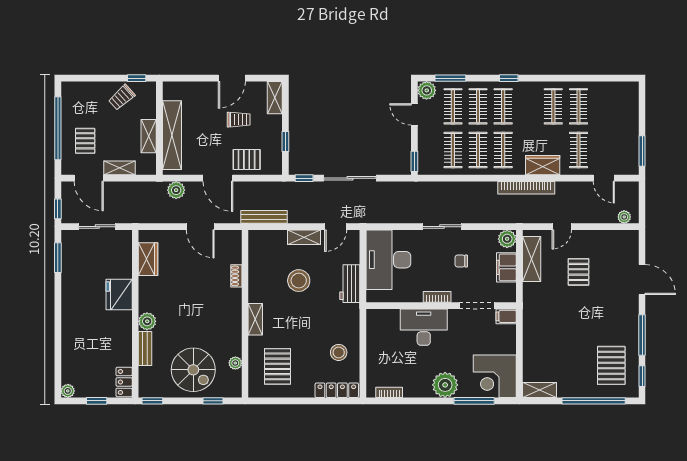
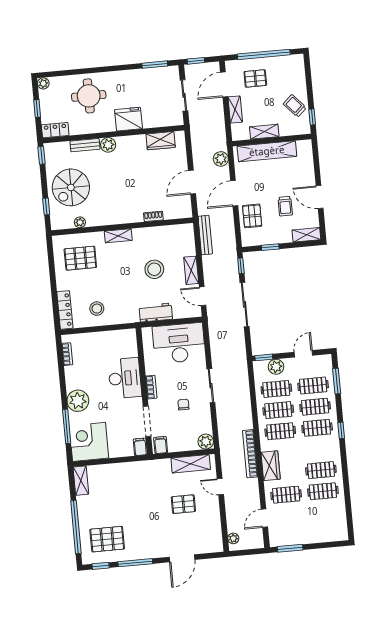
plant: (427, 90) -> (276, 367), moved
filing cabinet: (506, 267) -> (161, 445), moved, width x0.50
round table: (87, 339) -> (89, 96), added

